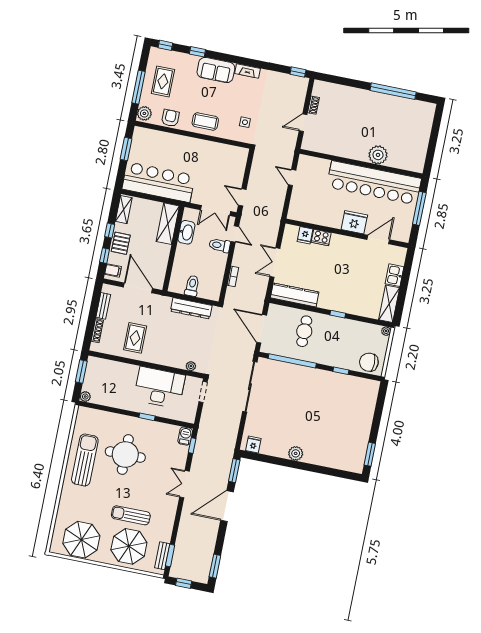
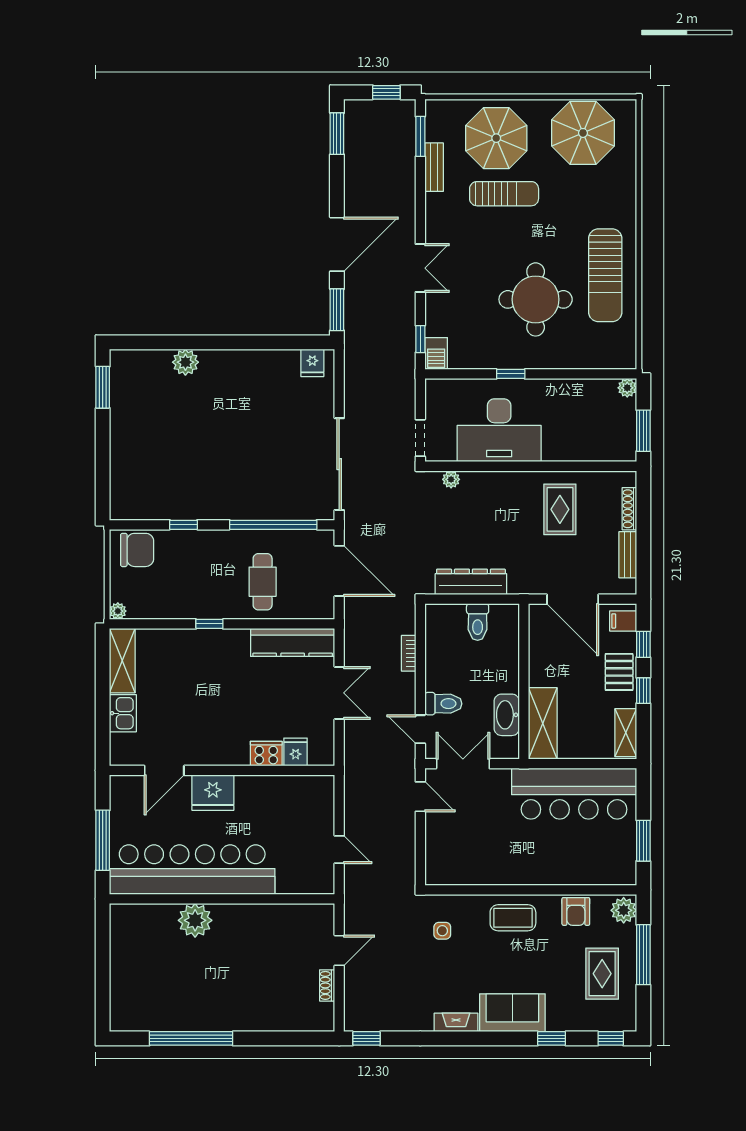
plant: (296, 453) -> (185, 362), moved
bench: (162, 556) -> (434, 167), moved

